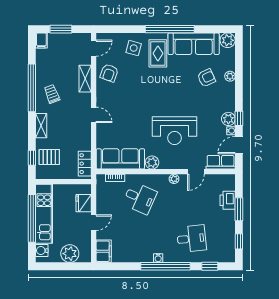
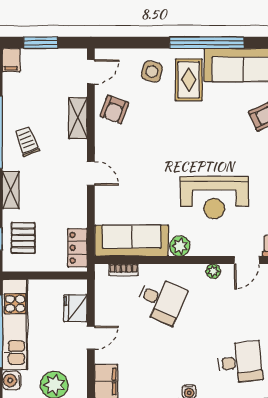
pallet: (49, 157) -> (23, 238), turned 90

